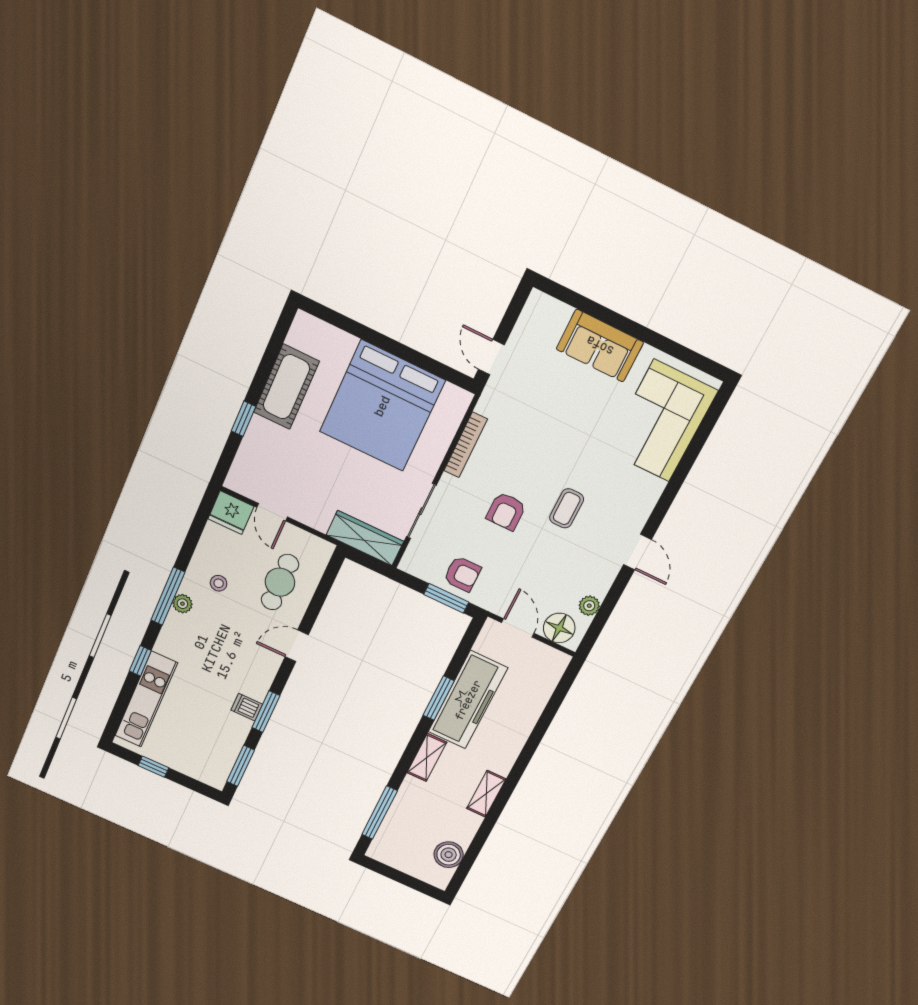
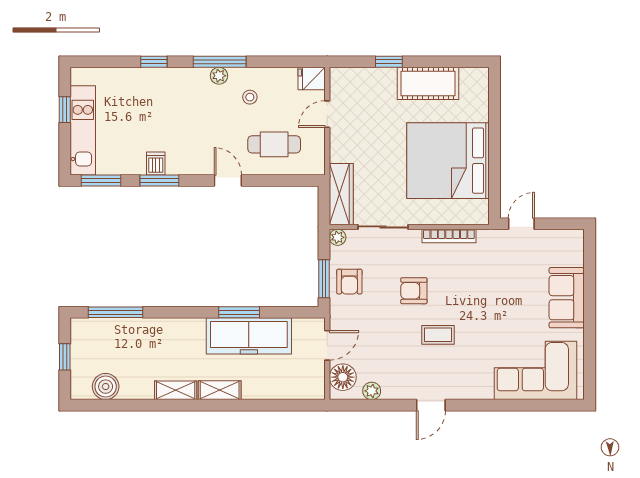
fridge: (231, 513) -> (312, 78), width x0.72
plant: (409, 564) -> (338, 237), added
kitchen unit: (146, 699) -> (83, 130), moved, turned -90
shelving: (427, 757) -> (220, 390), moved
window: (400, 877) -> (65, 357), added

